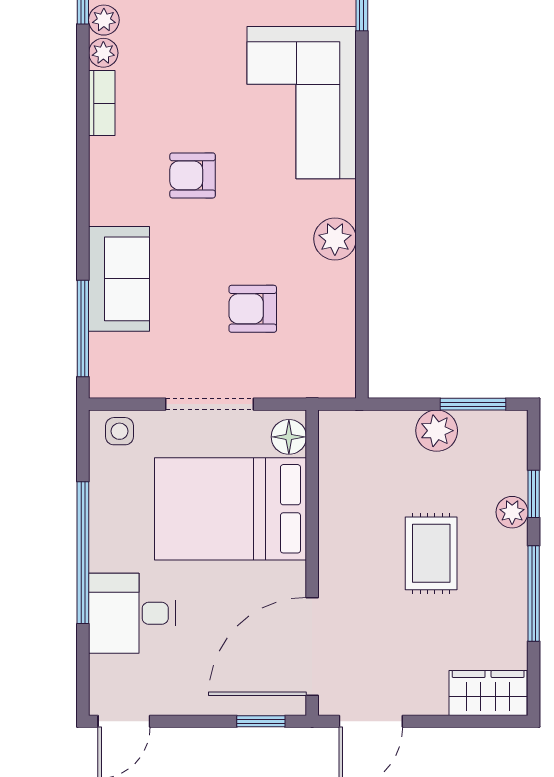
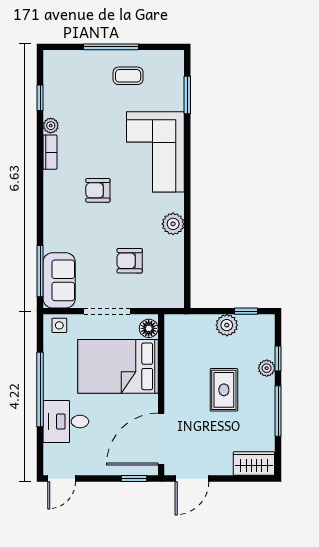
plant: (104, 20) -> (51, 108), removed
sofa: (119, 279) -> (59, 280), moved
window: (473, 404) -> (246, 311), width x0.67

